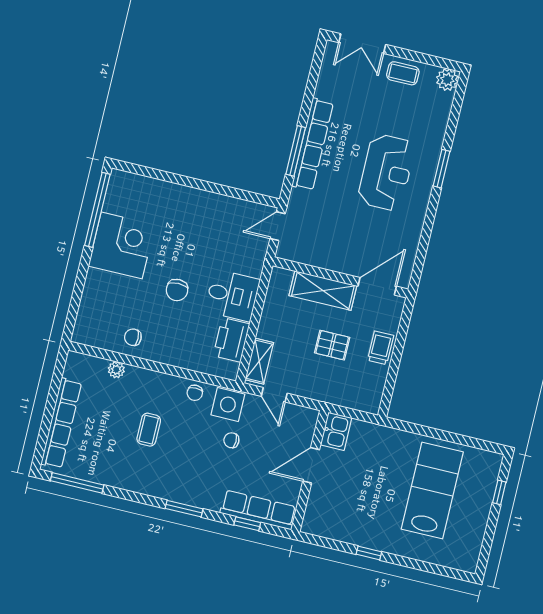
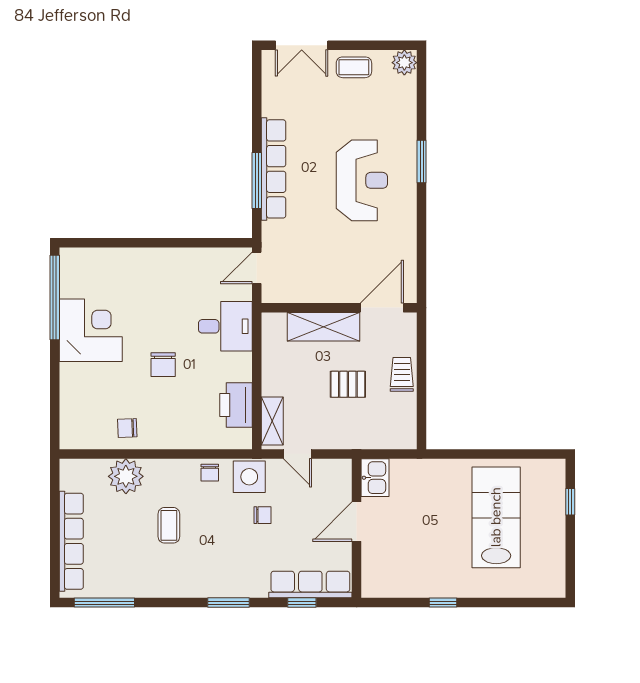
desk: (232, 295) -> (225, 326), moved
plant: (116, 370) -> (126, 476), width x1.87, depth x1.87
chair: (231, 440) -> (262, 515), turned 180

